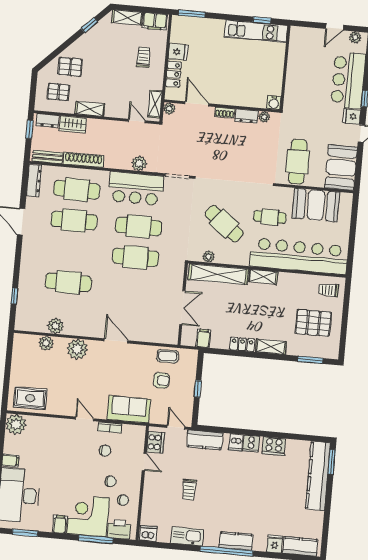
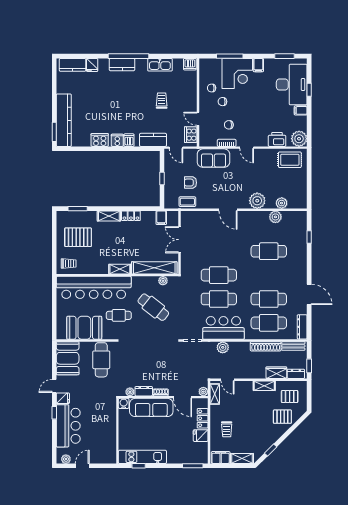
sofa: (239, 94) -> (151, 407), added
printer: (119, 529) -> (277, 139), moved, turned 180

